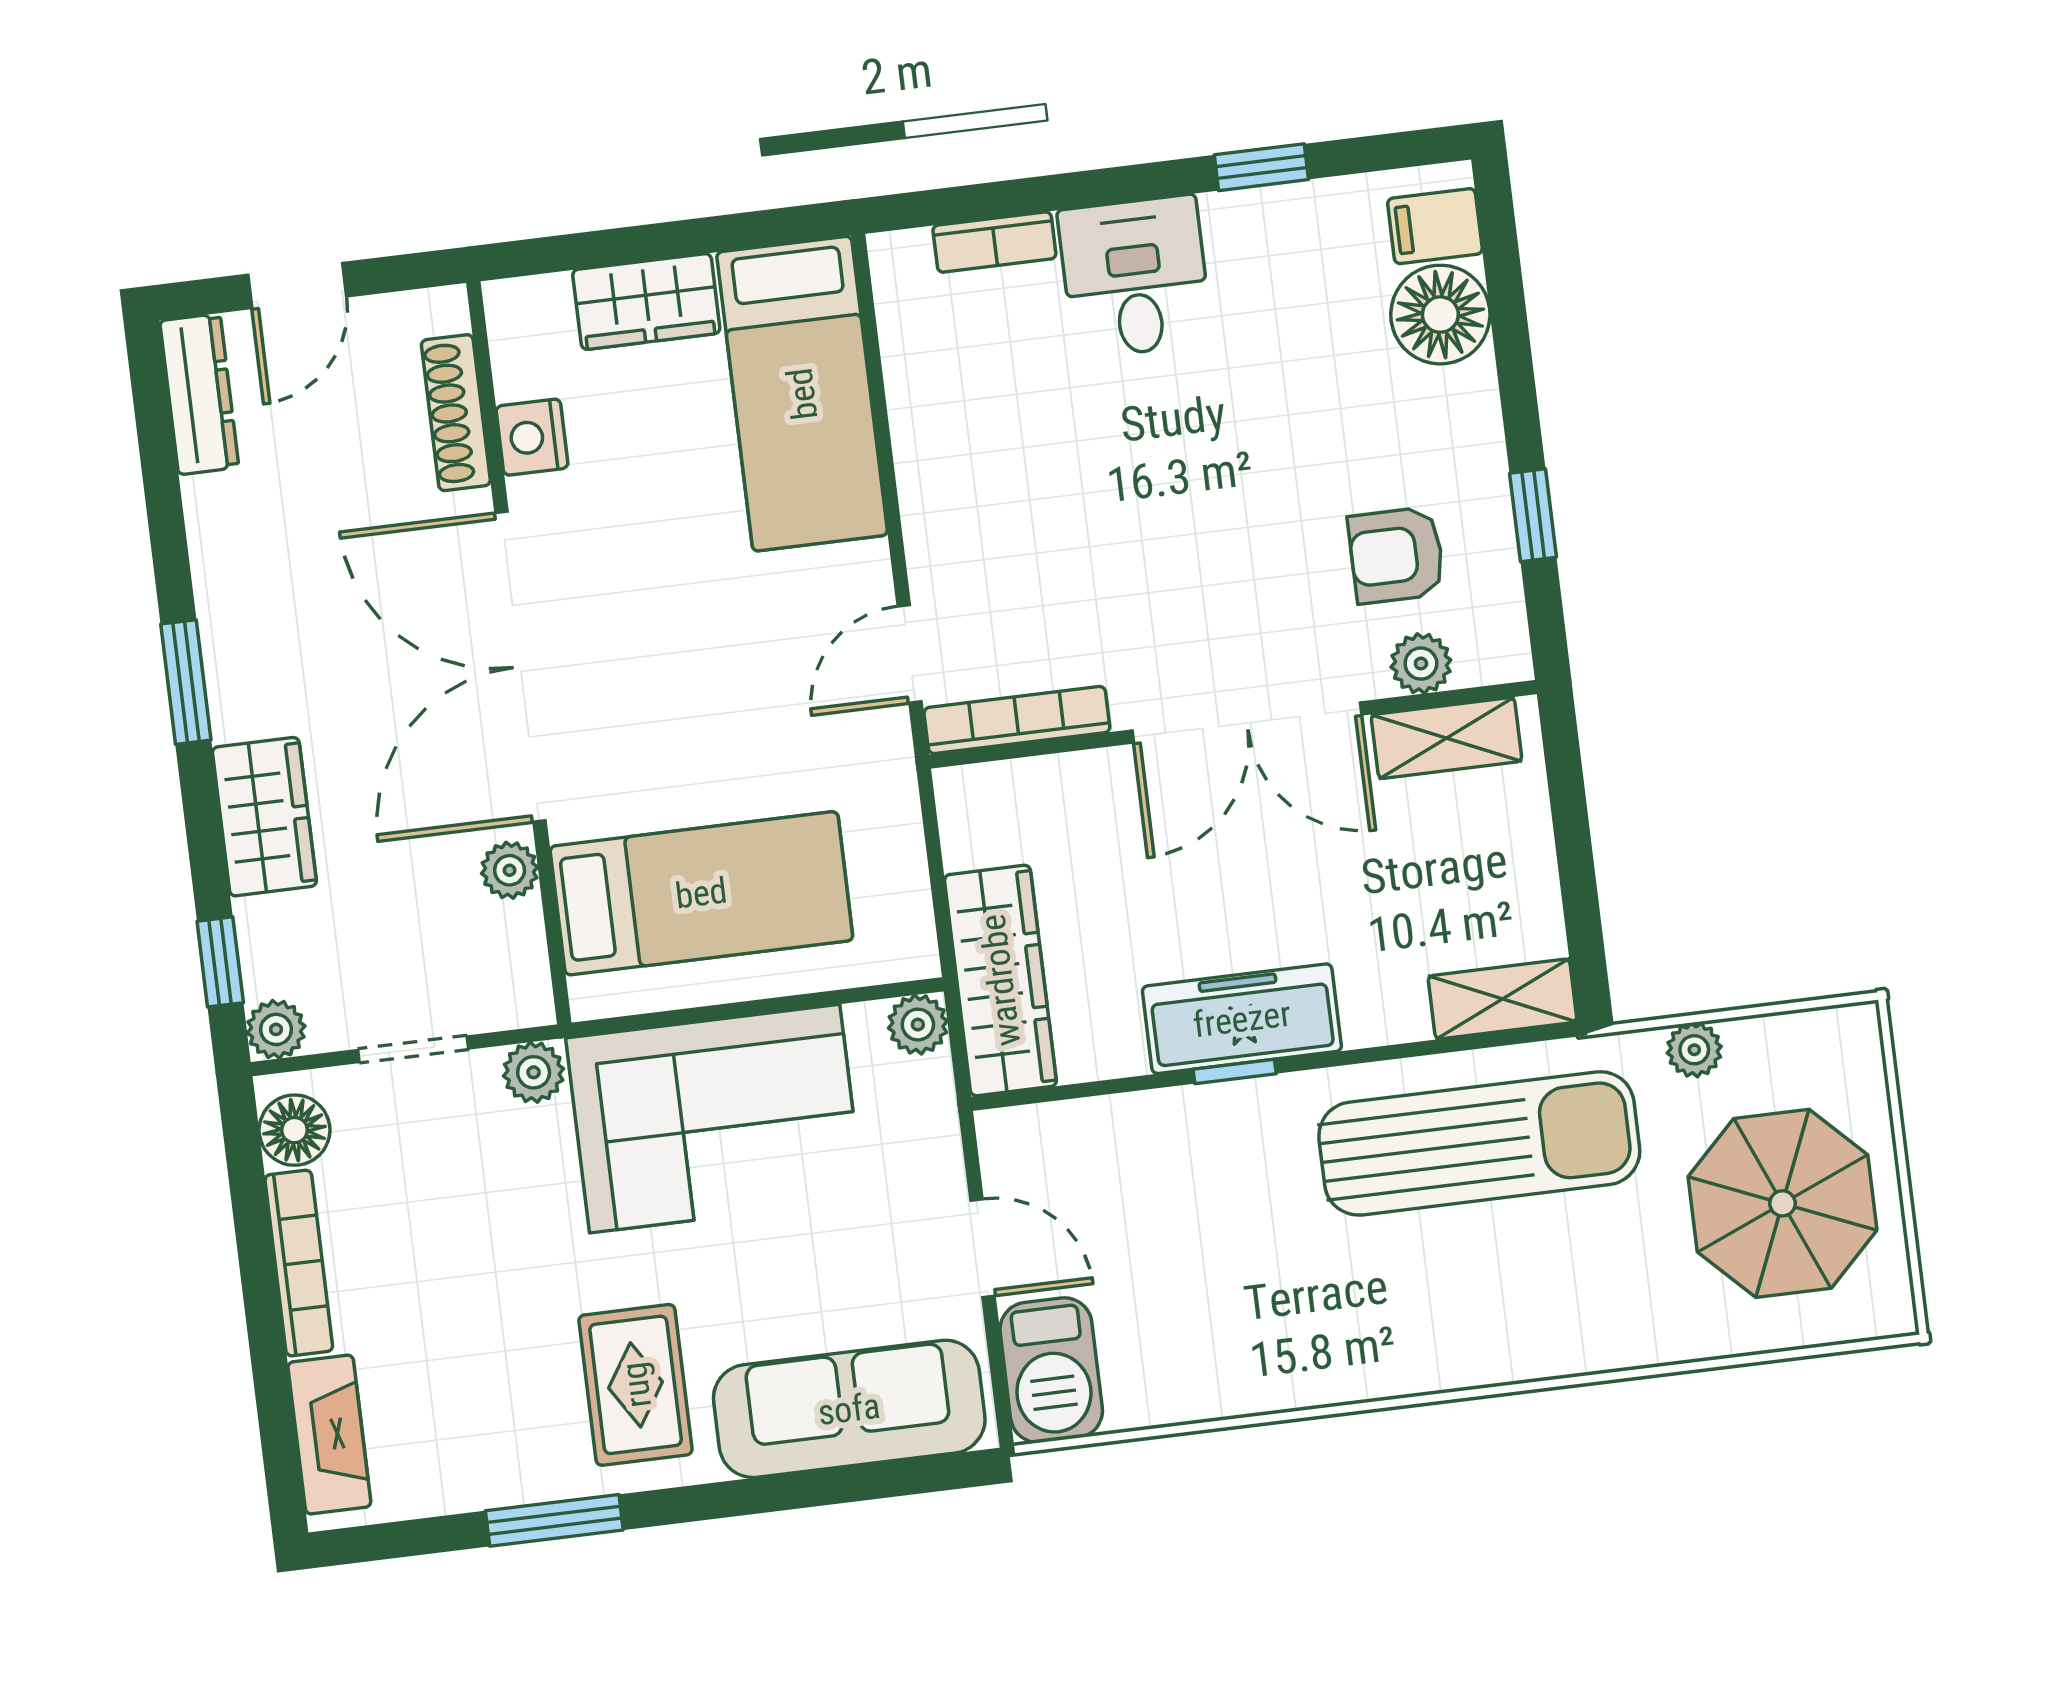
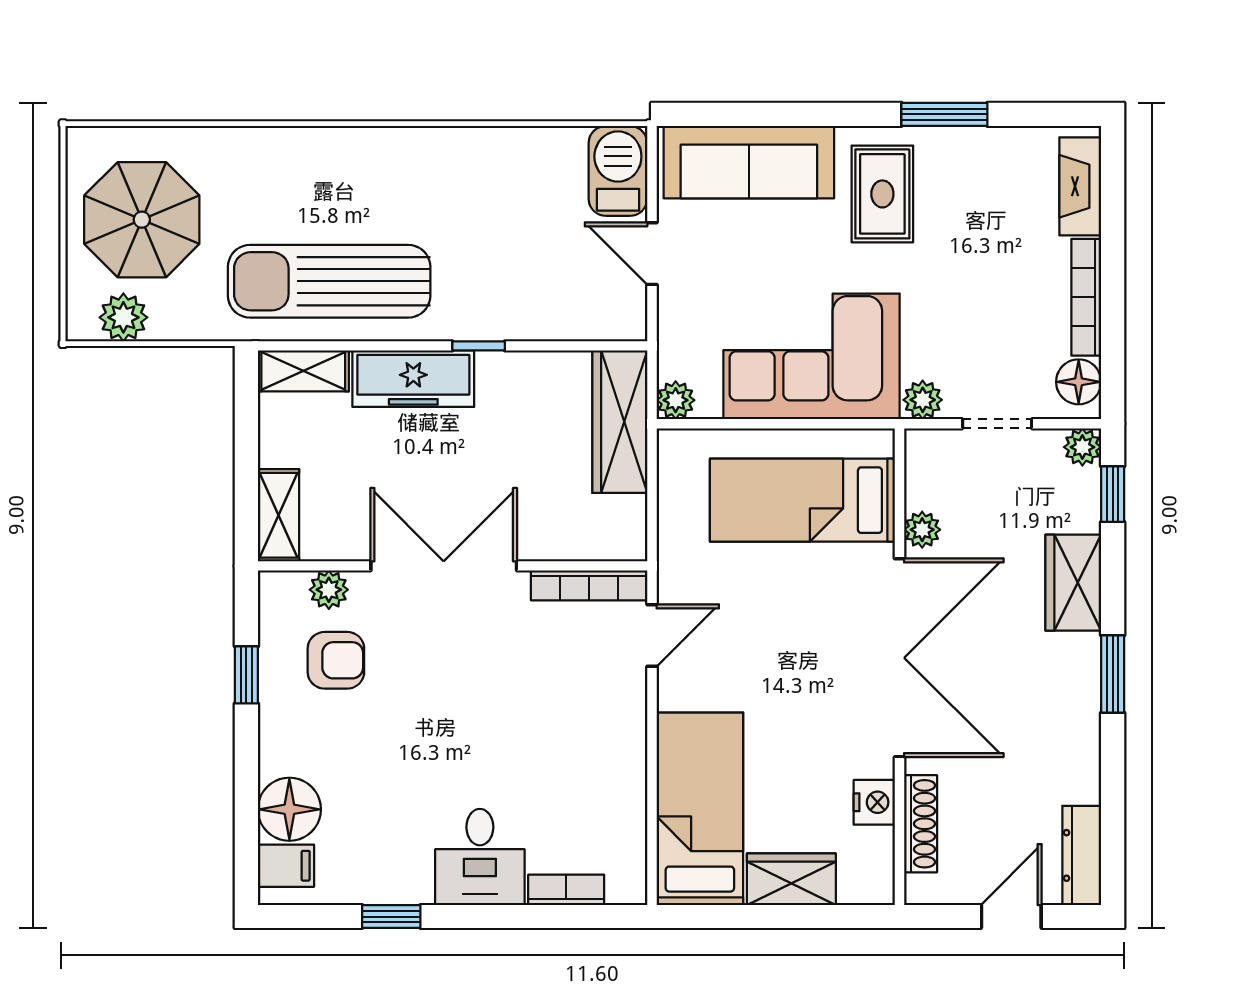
shelving: (1447, 738) -> (278, 515), moved, turned 90
freezer: (1242, 1019) -> (413, 379), moved
plant: (1694, 1050) -> (123, 317), moved, width x1.38, depth x1.38

